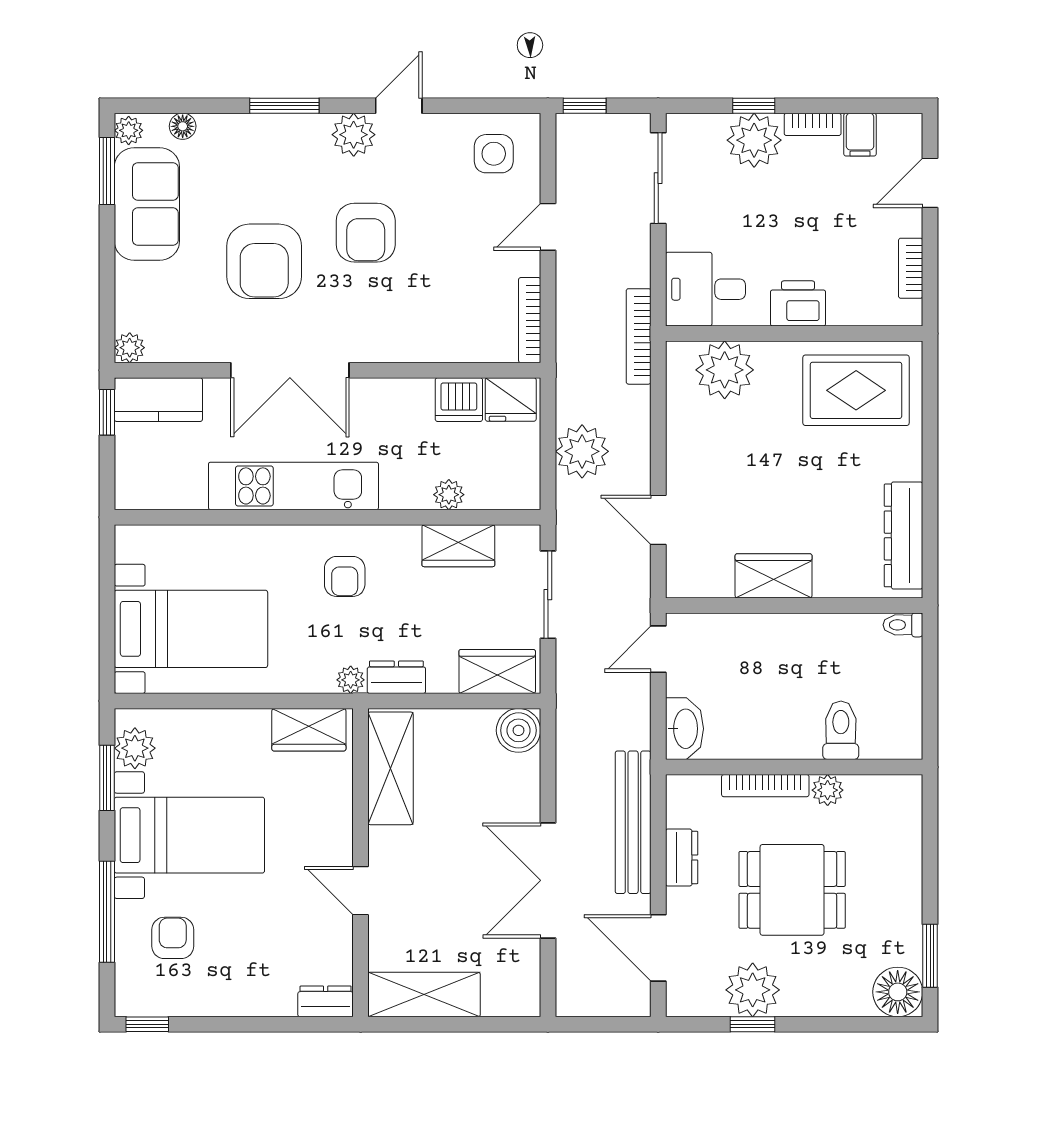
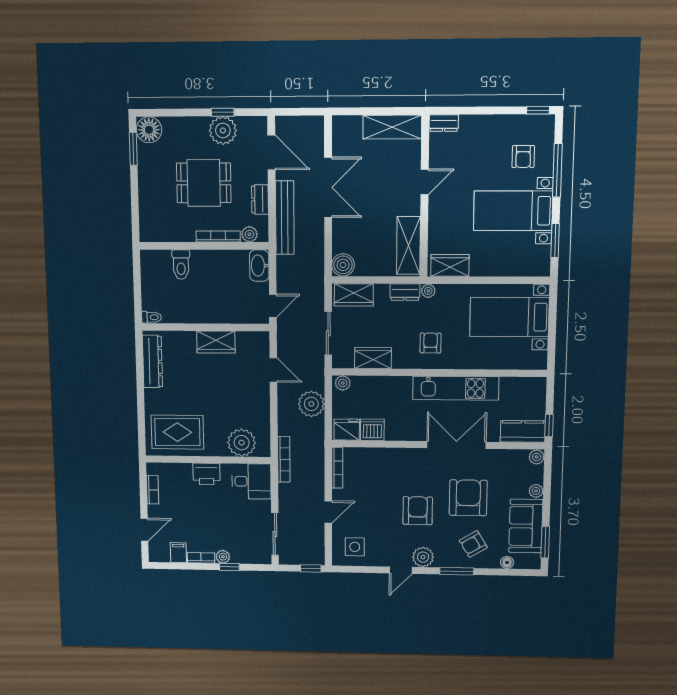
plant: (129, 130) -> (536, 491), moved
plant: (754, 140) -> (223, 557), width x0.53, depth x0.53
armchair: (252, 164) -> (473, 544), added
plant: (449, 495) -> (343, 383), moved
plant: (135, 748) -> (540, 256), removed
plant: (828, 790) -> (249, 234), moved
door: (361, 891) -> (425, 182), hinge flipped

